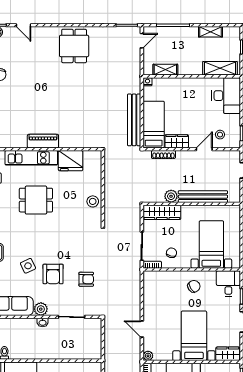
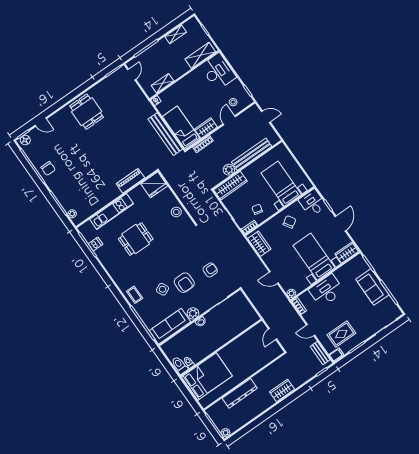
piano: (43, 141) -> (130, 181), moved
fridge: (71, 161) -> (154, 185), moved
wardrobe: (151, 287) -> (259, 244), added

